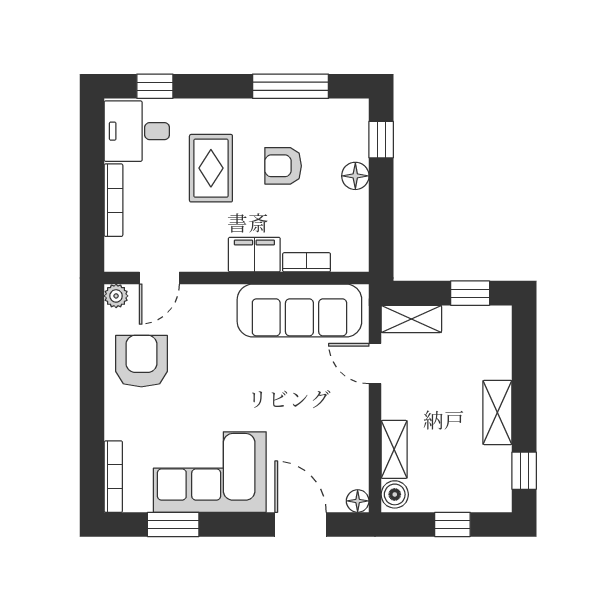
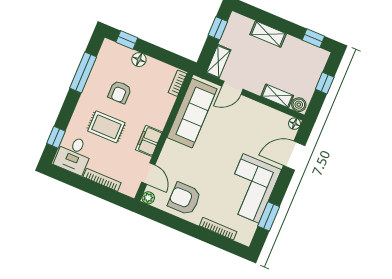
filing cabinet: (254, 255) -> (149, 141), moved
bookcase: (307, 262) -> (177, 83), moved
shelving: (497, 412) -> (268, 34), moved
bookcase: (113, 477) -> (218, 229), moved

